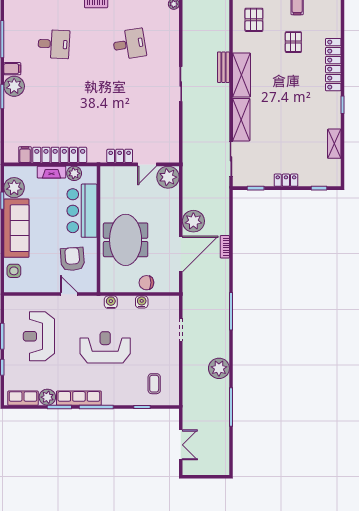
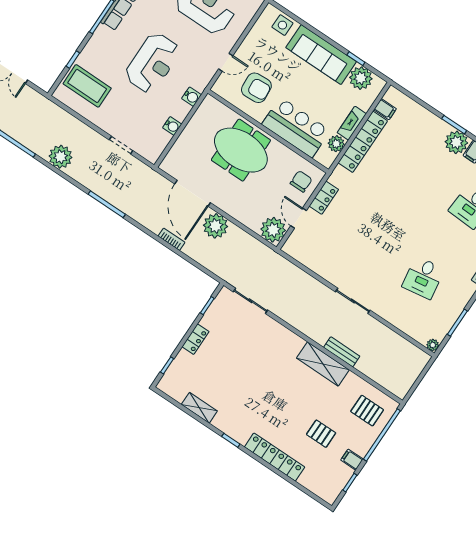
shelving: (241, 120) -> (281, 335), removed
chair: (146, 283) -> (301, 181), moved
coffee table: (154, 384) -> (87, 86), width x1.86, depth x1.72

